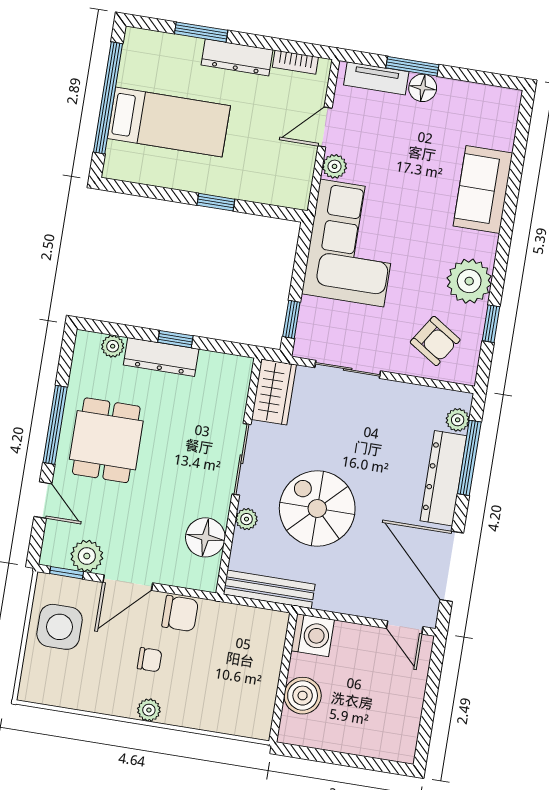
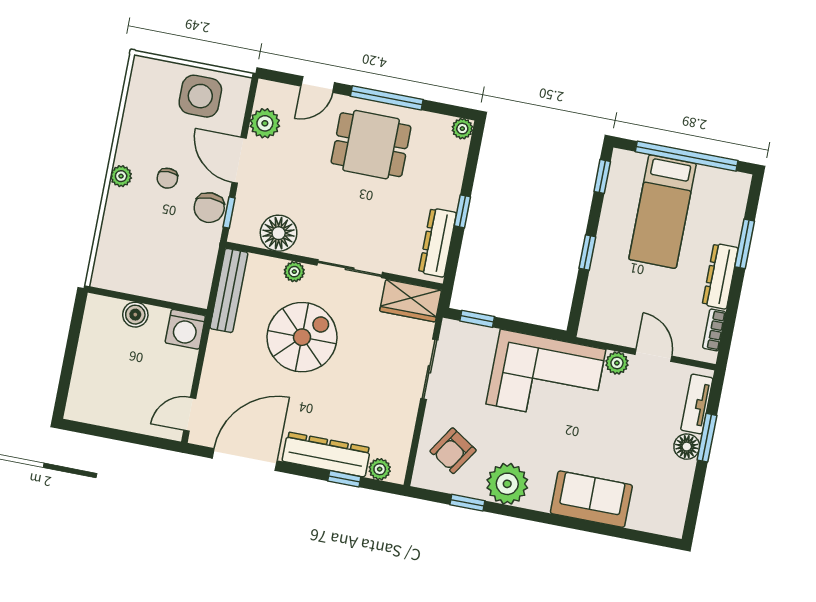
window: (133, 189) -> (602, 176), added
plant: (113, 346) -> (462, 129), moved
dresser: (161, 357) -> (438, 242), moved
window: (469, 458) -> (344, 479), width x0.46
window: (67, 573) -> (229, 212), moved
boiler: (303, 696) -> (135, 315), width x0.73, depth x0.73

